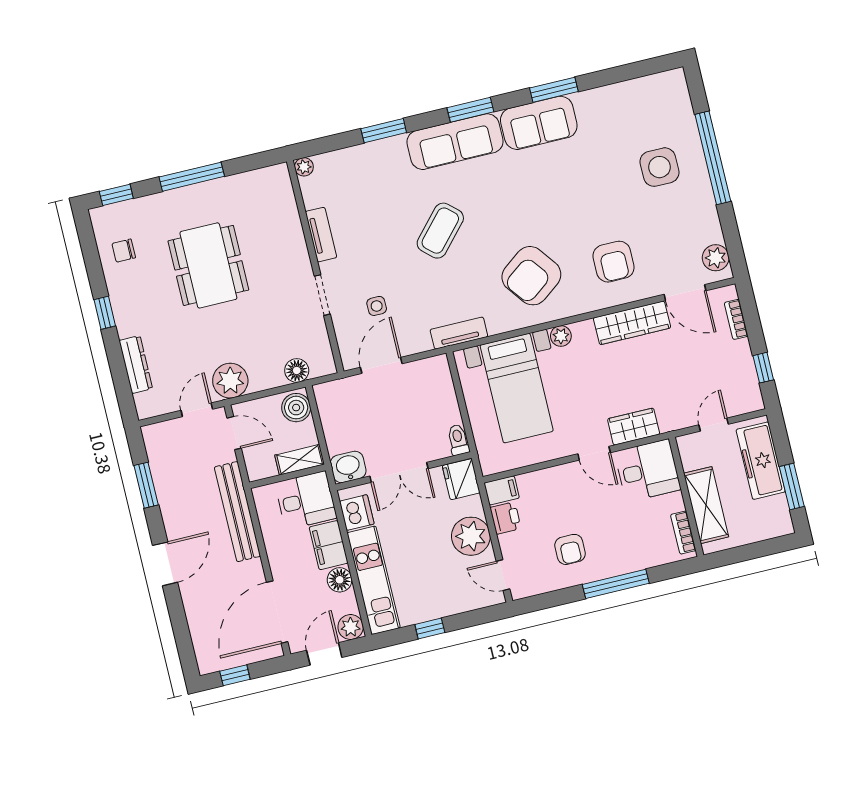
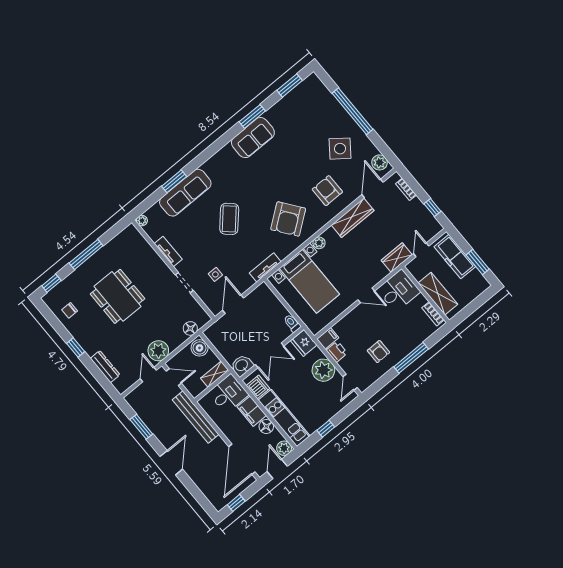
window: (470, 110) -> (290, 85), moved
sofa: (455, 142) -> (185, 193), moved
side table: (659, 167) -> (340, 149), moved, turned 37
armchair: (614, 262) -> (327, 191), turned 180
door: (685, 293) -> (372, 188), swing flipped
wardrobe: (634, 427) -> (397, 258), moved
door: (503, 575) -> (350, 382), hinge flipped

